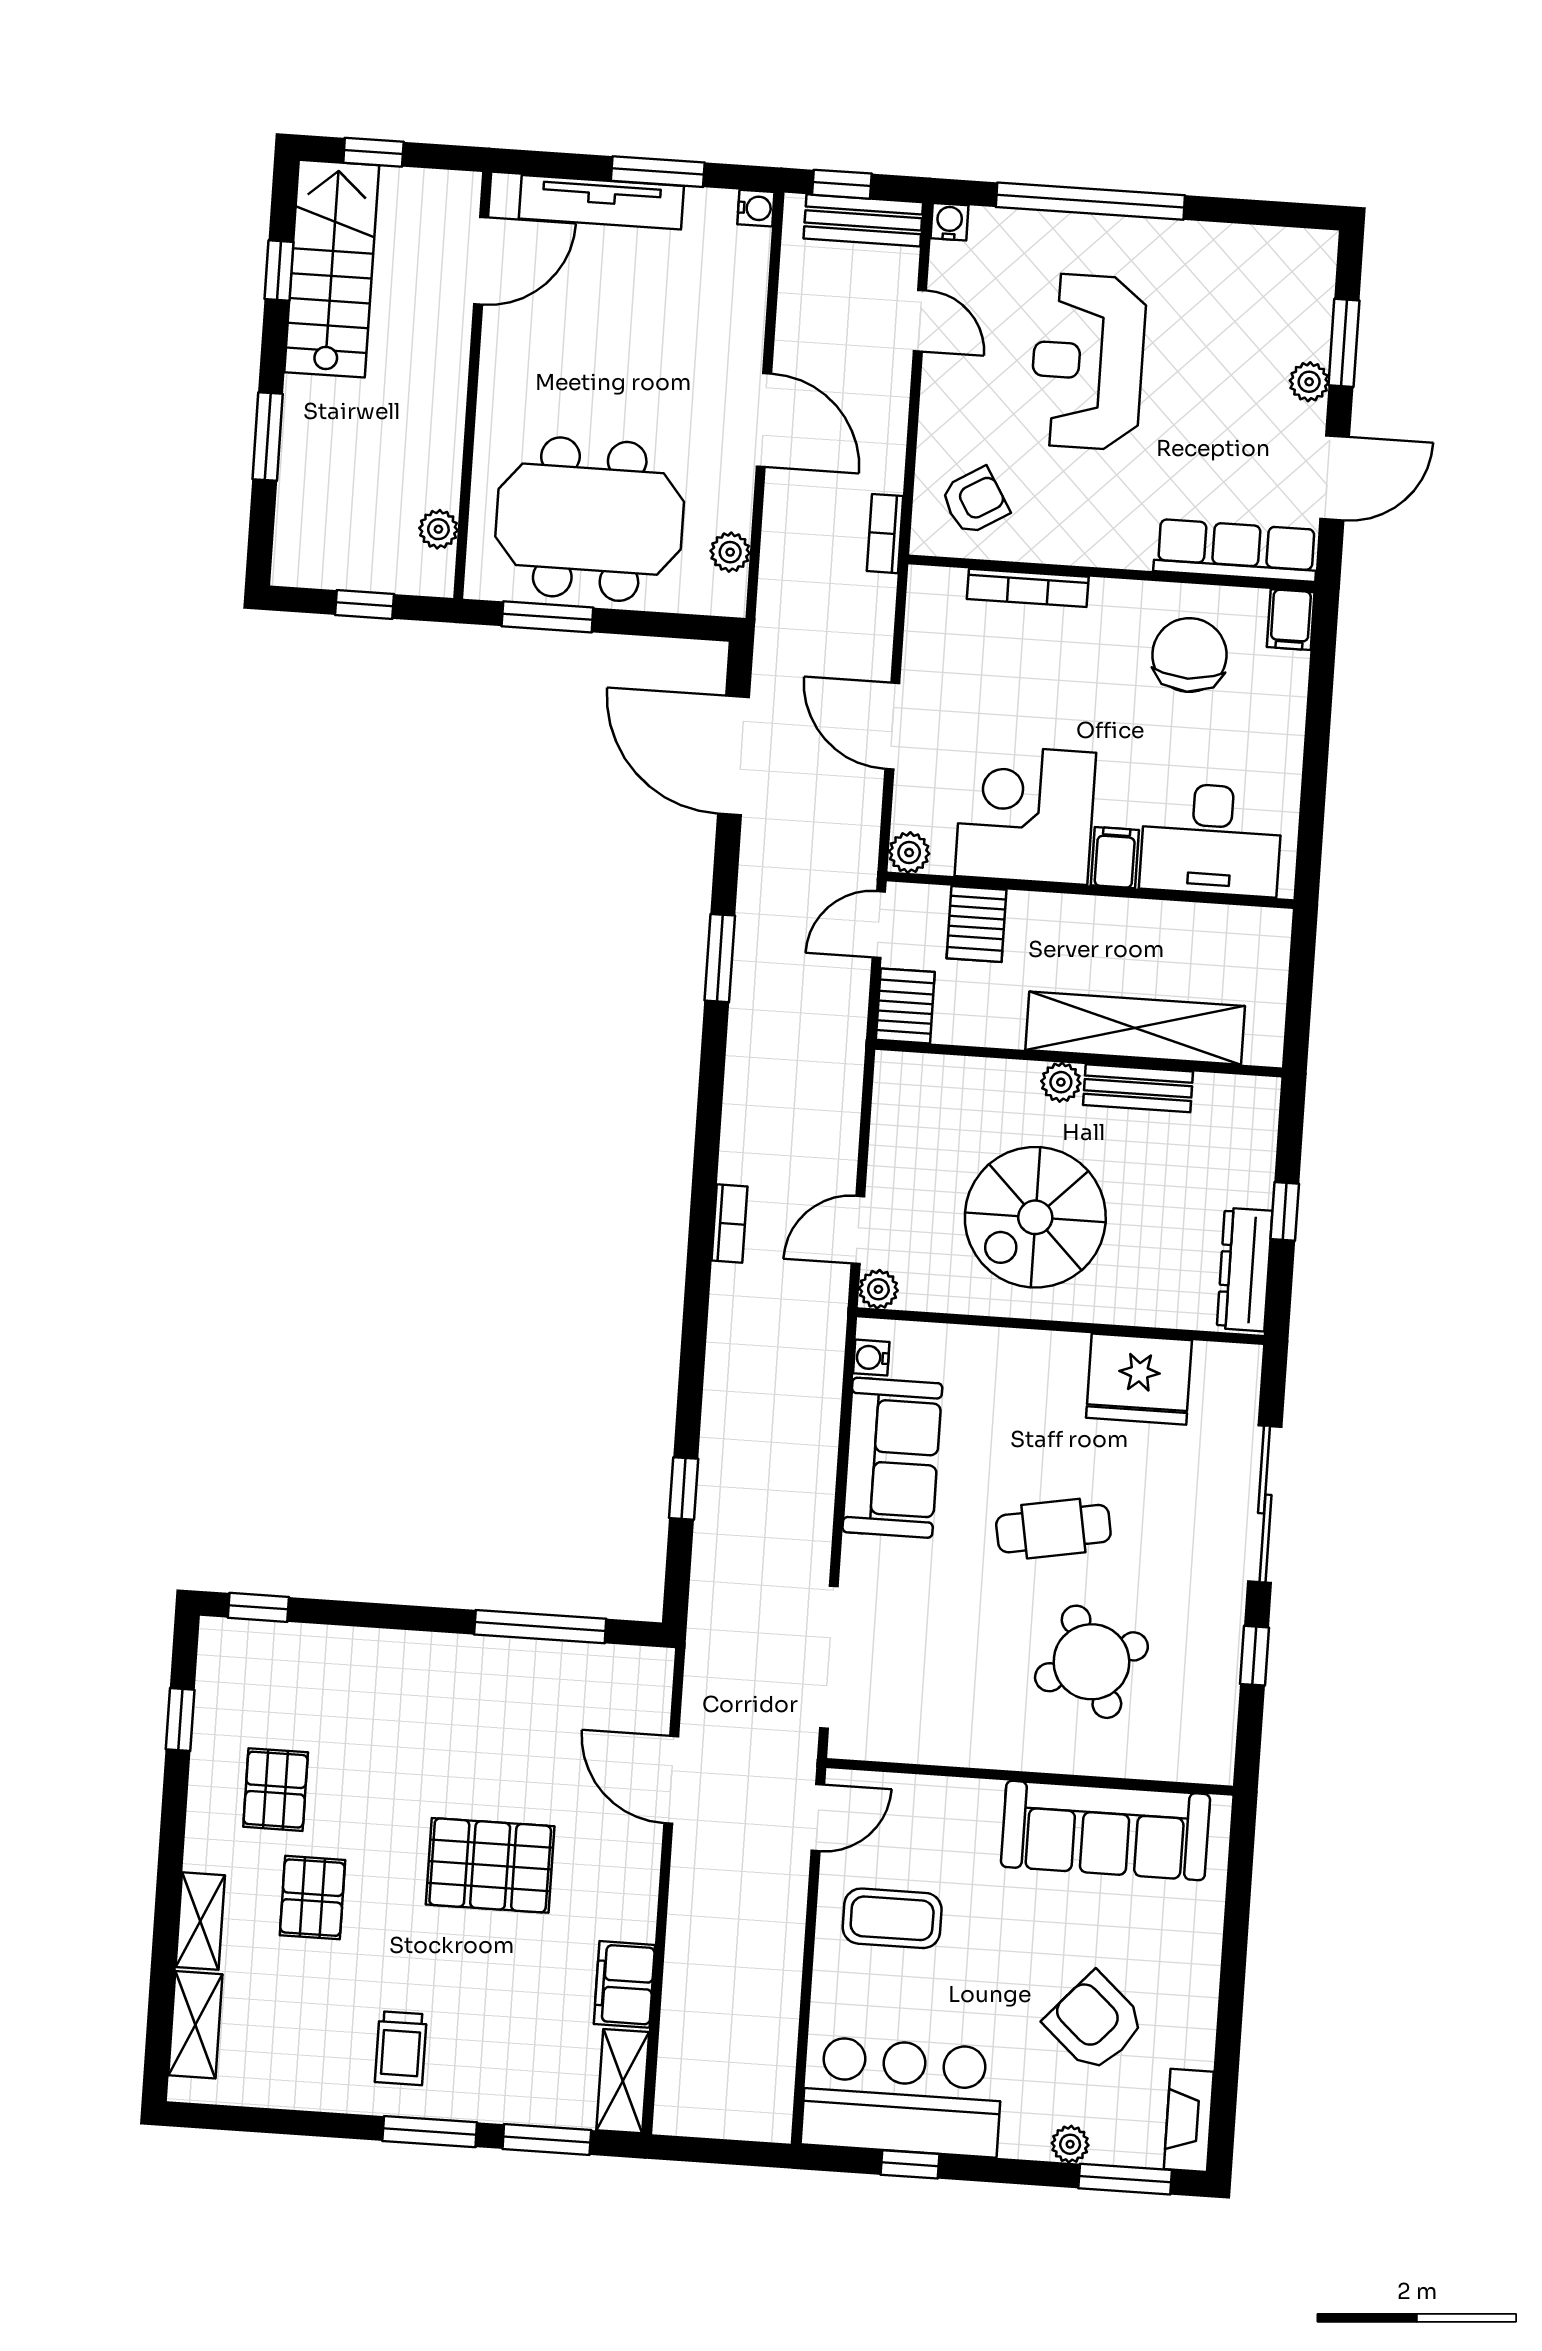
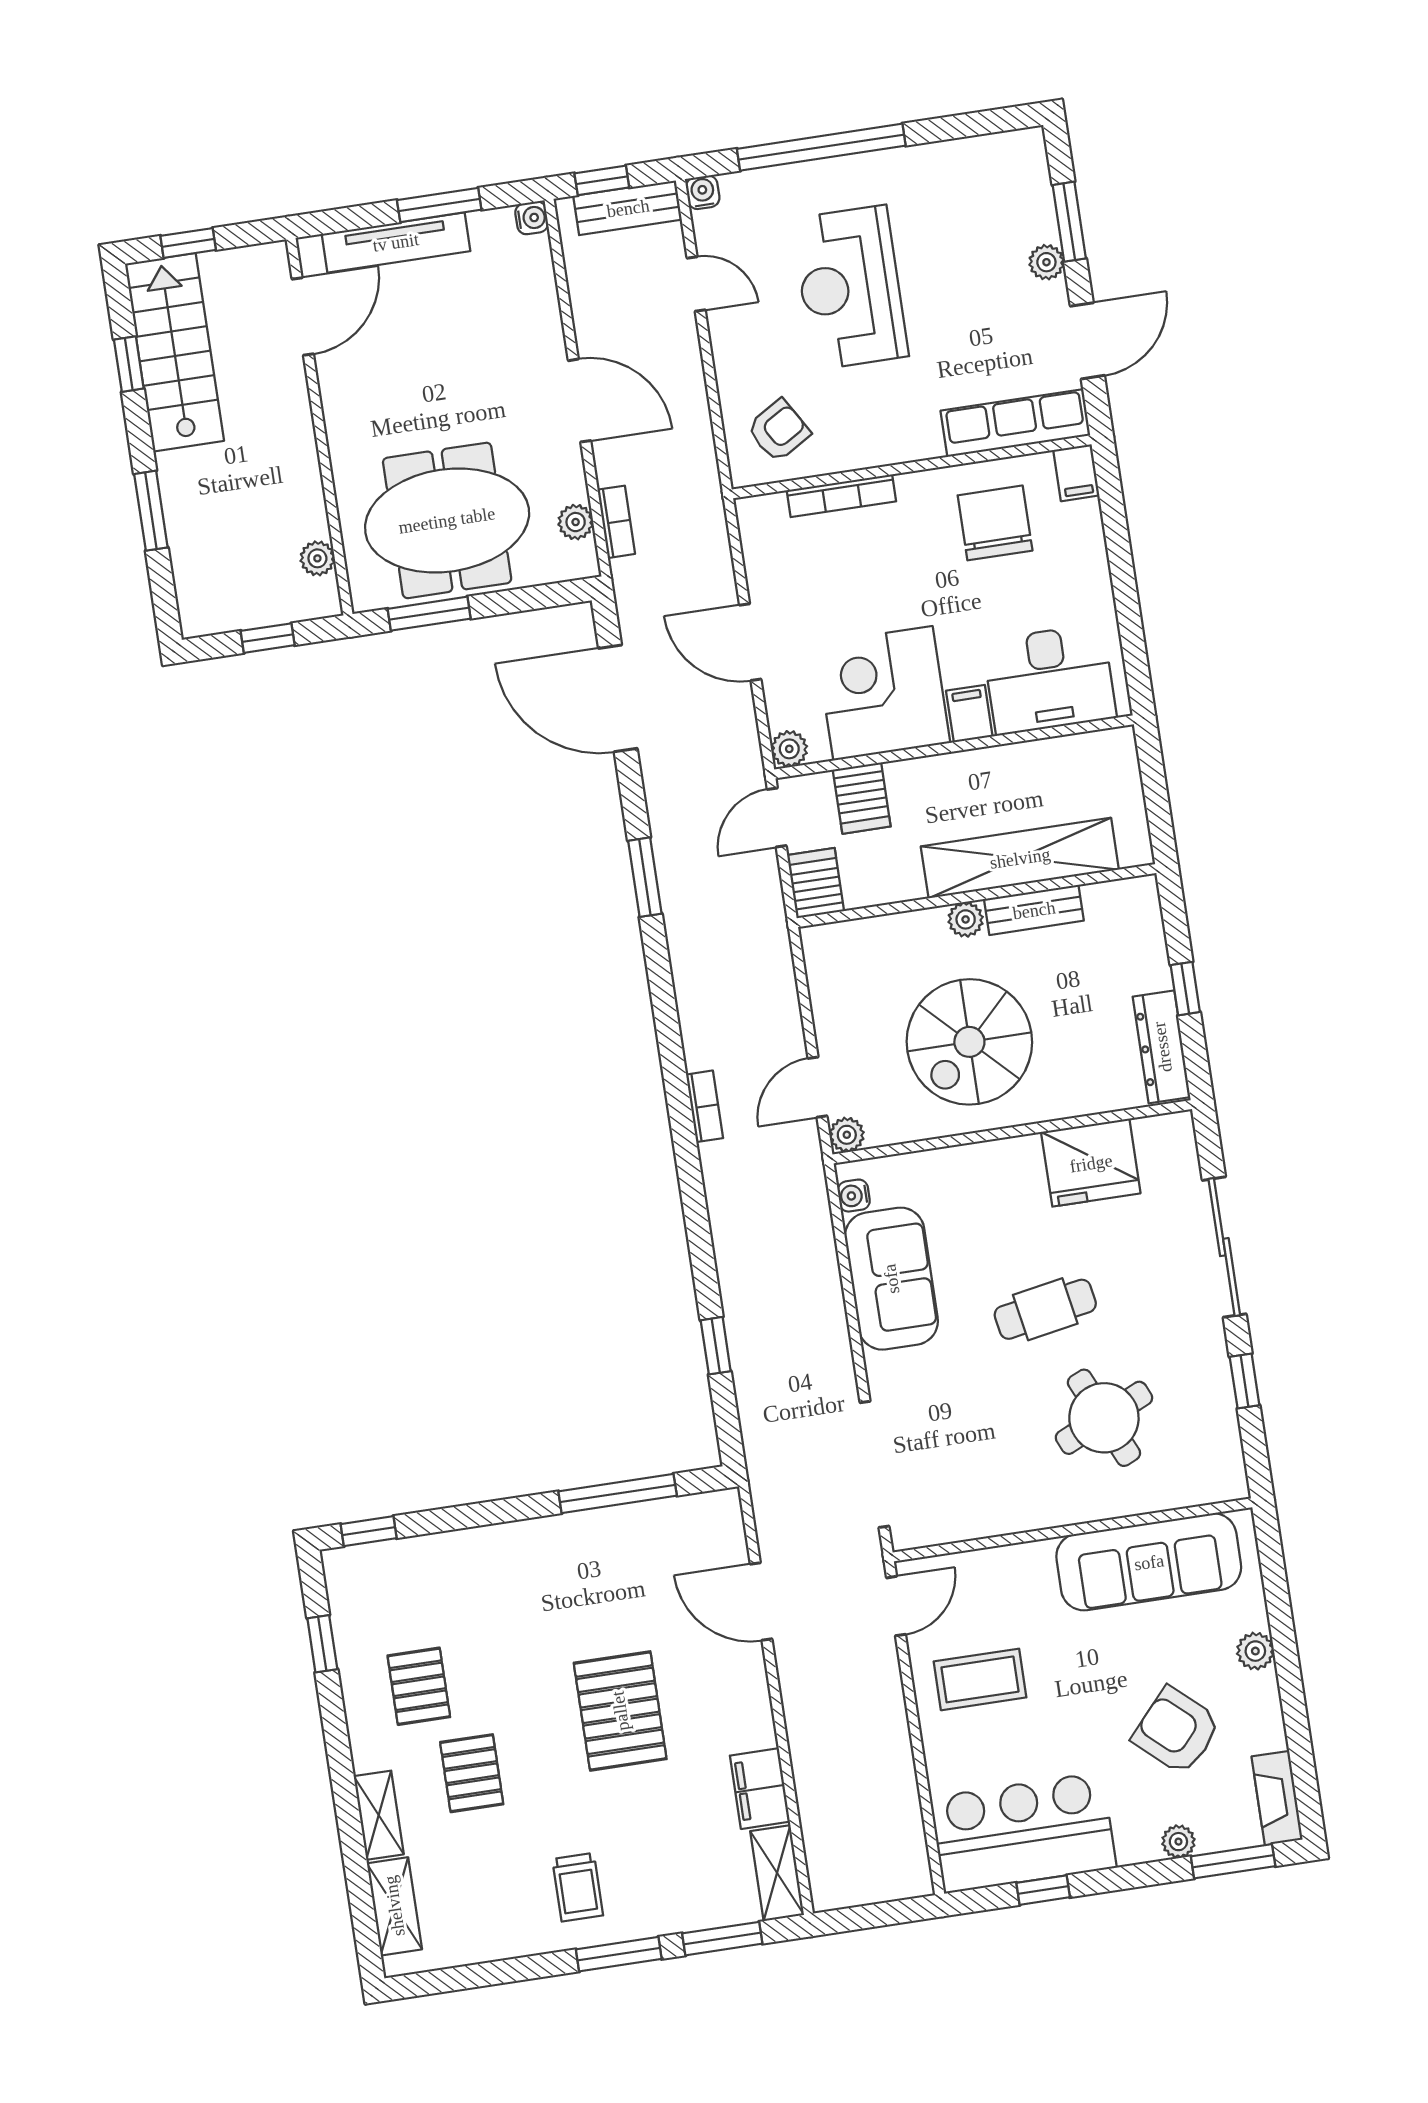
bookcase: (885, 534) -> (616, 522), moved, turned 180
pallet: (490, 1865) -> (620, 1711), turned 90
plant: (1201, 1954) -> (1255, 1651), added

